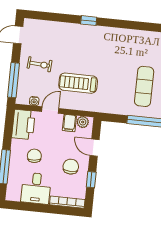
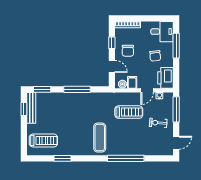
window: (89, 21) -> (126, 158), width x3.17
exercise mat: (144, 86) -> (100, 138), moved
desk: (36, 188) -> (162, 32), moved, turned 90

